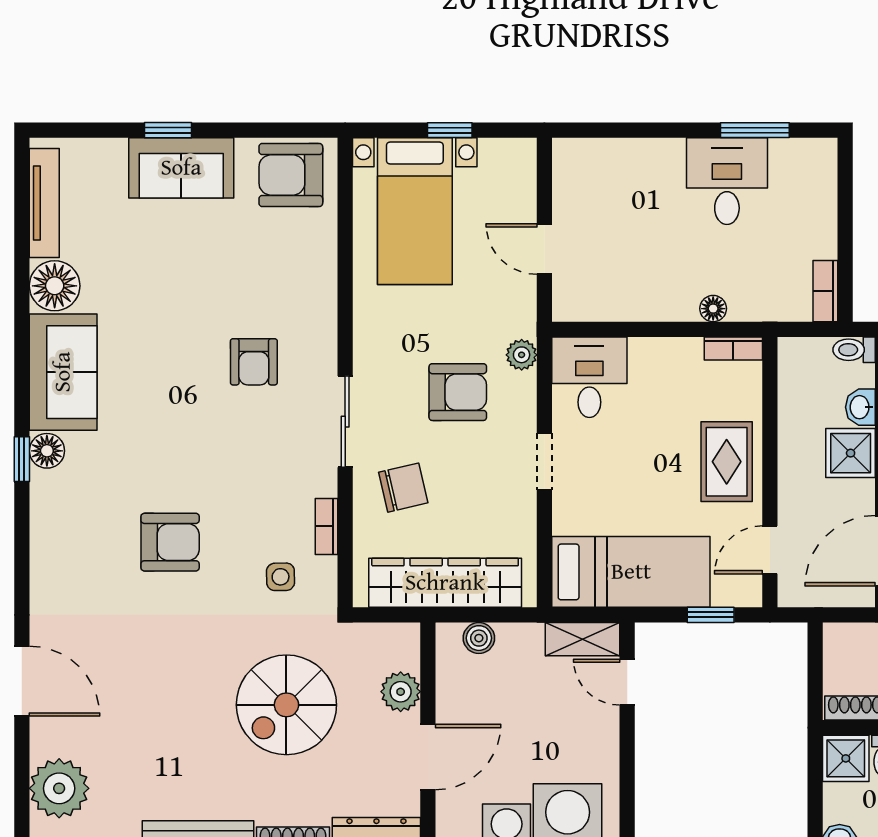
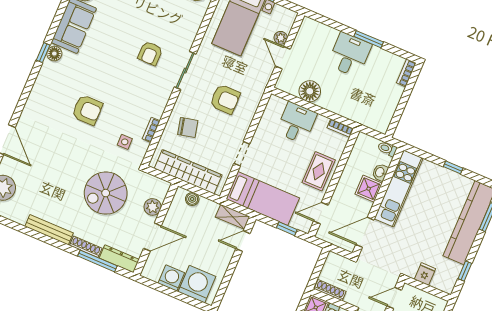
window: (755, 130) -> (369, 39), moved
desk: (727, 181) -> (349, 55), moved
bookcase: (825, 291) -> (406, 73), moved
floor lamp: (713, 309) -> (310, 91), moved, width x1.89, depth x1.89
plant: (522, 355) -> (281, 38), moved
desk: (589, 377) -> (297, 123), moved
sliding door: (345, 422) -> (185, 71), moved
doorway: (544, 461) -> (242, 154), moved
door: (627, 682) -> (243, 241), hinge flipped

